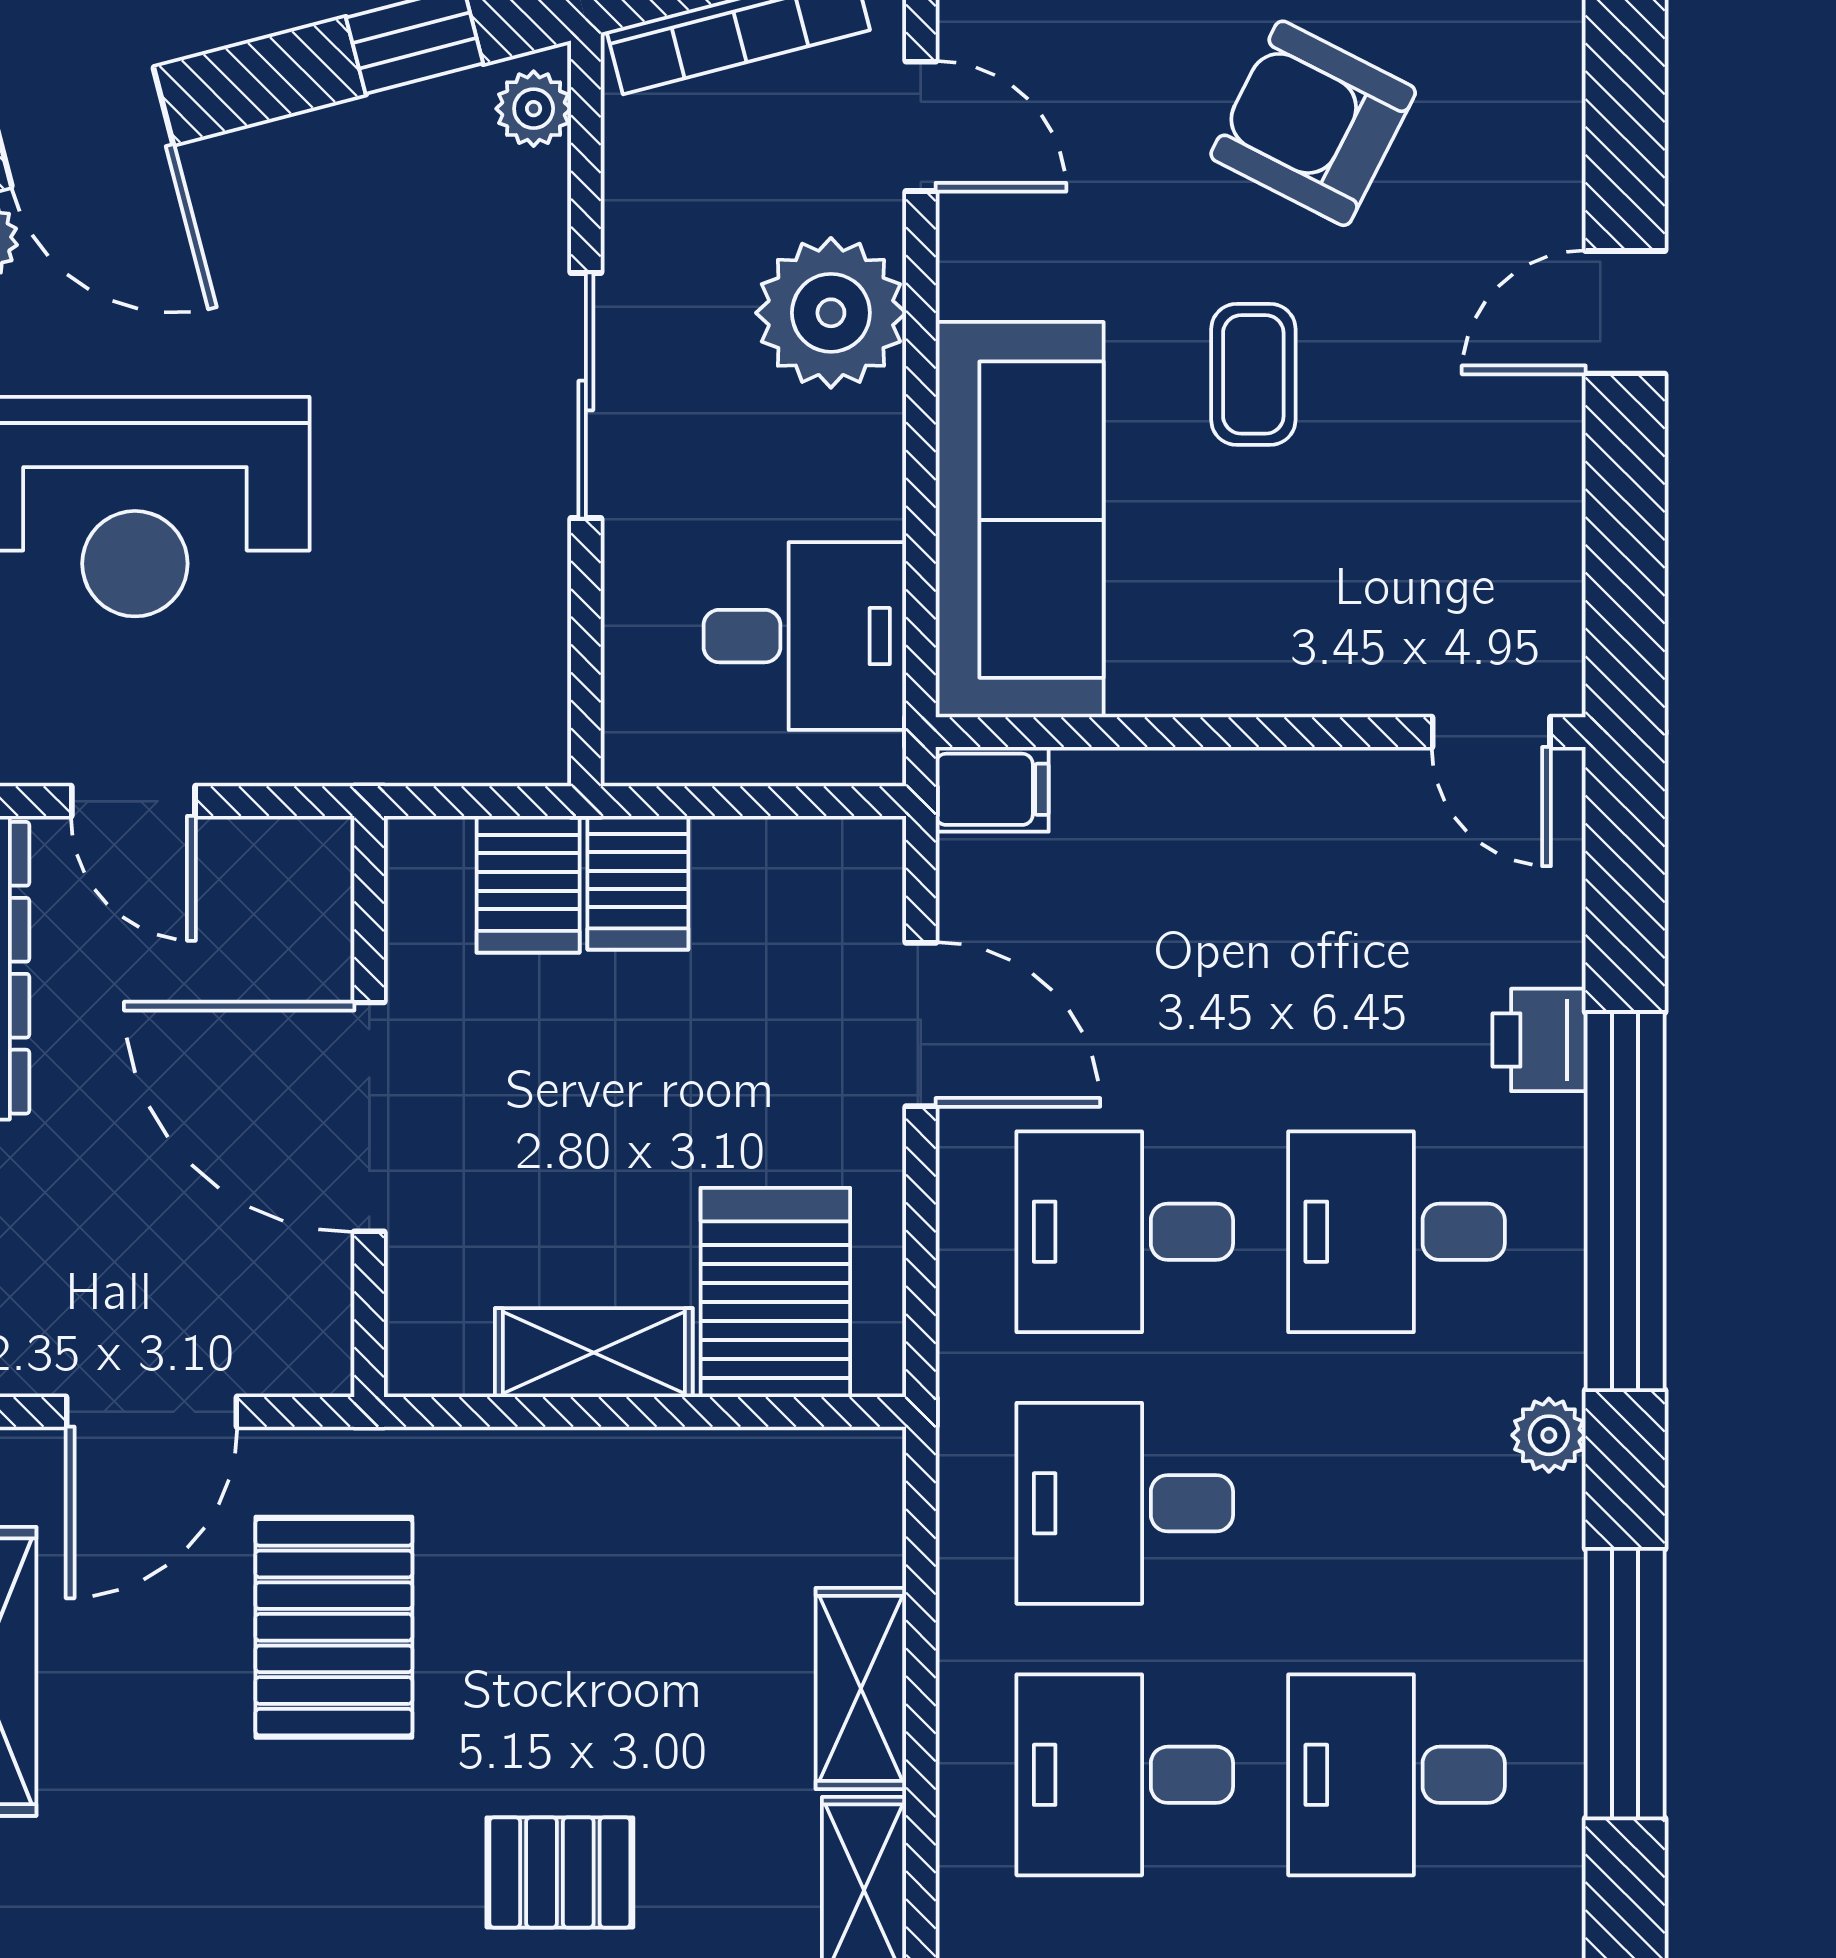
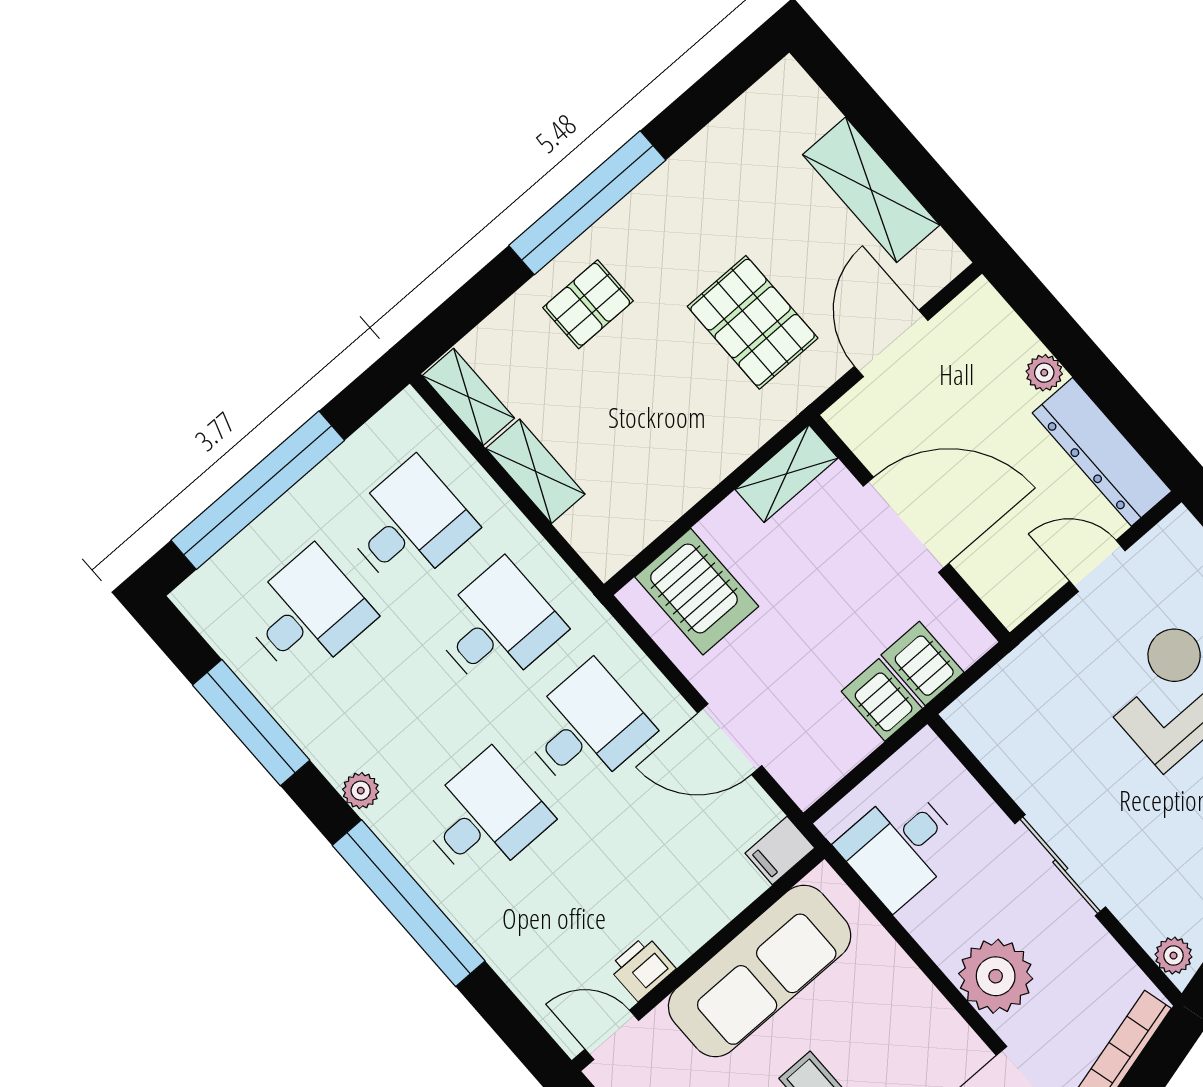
sofa: (1020, 520) -> (760, 971), moved, turned -90
printer: (1539, 1040) -> (642, 968), moved, turned -90
shelving: (594, 1353) -> (787, 474), moved

